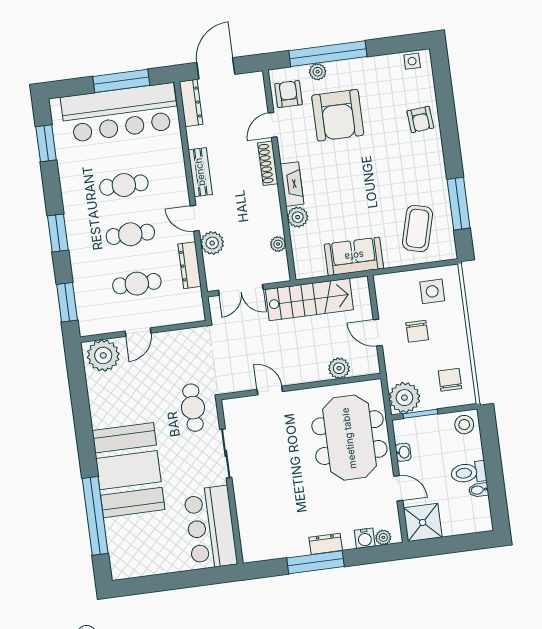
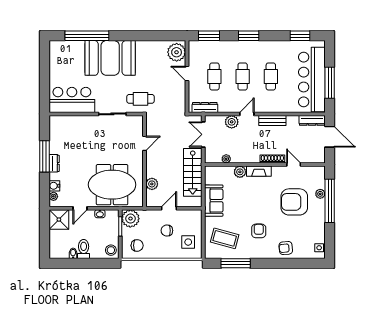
armchair: (289, 94) -> (259, 231), moved, turned -90
dresser: (190, 265) -> (205, 107), moved

